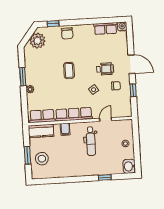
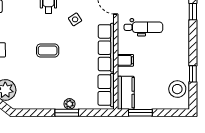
window: (23, 77) -> (67, 113), moved
window: (27, 155) -> (140, 113), moved
stool: (42, 159) -> (177, 89), moved
window: (58, 180) -> (193, 74), added

